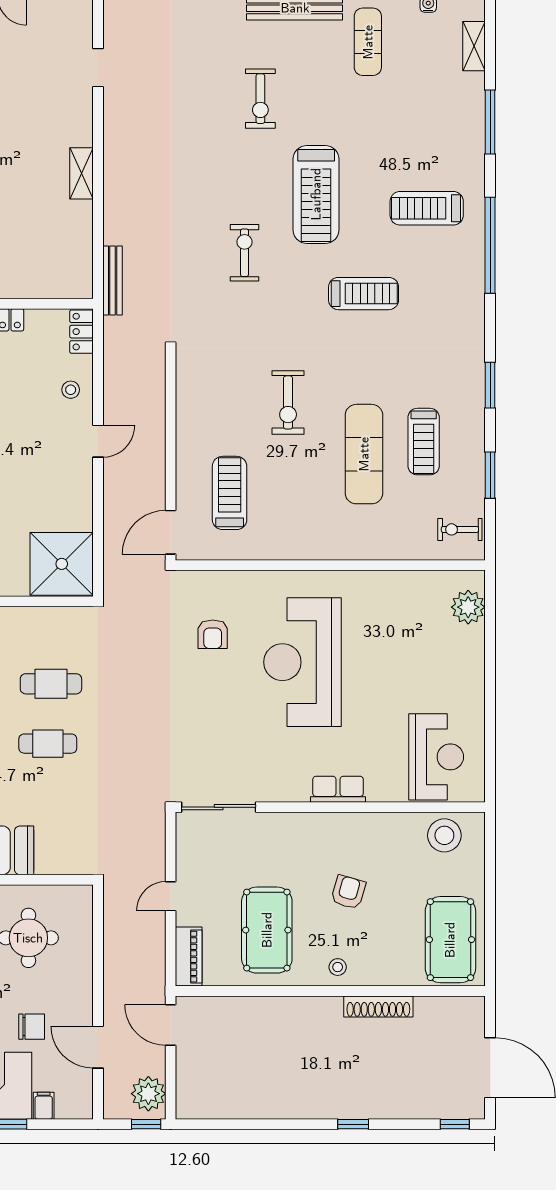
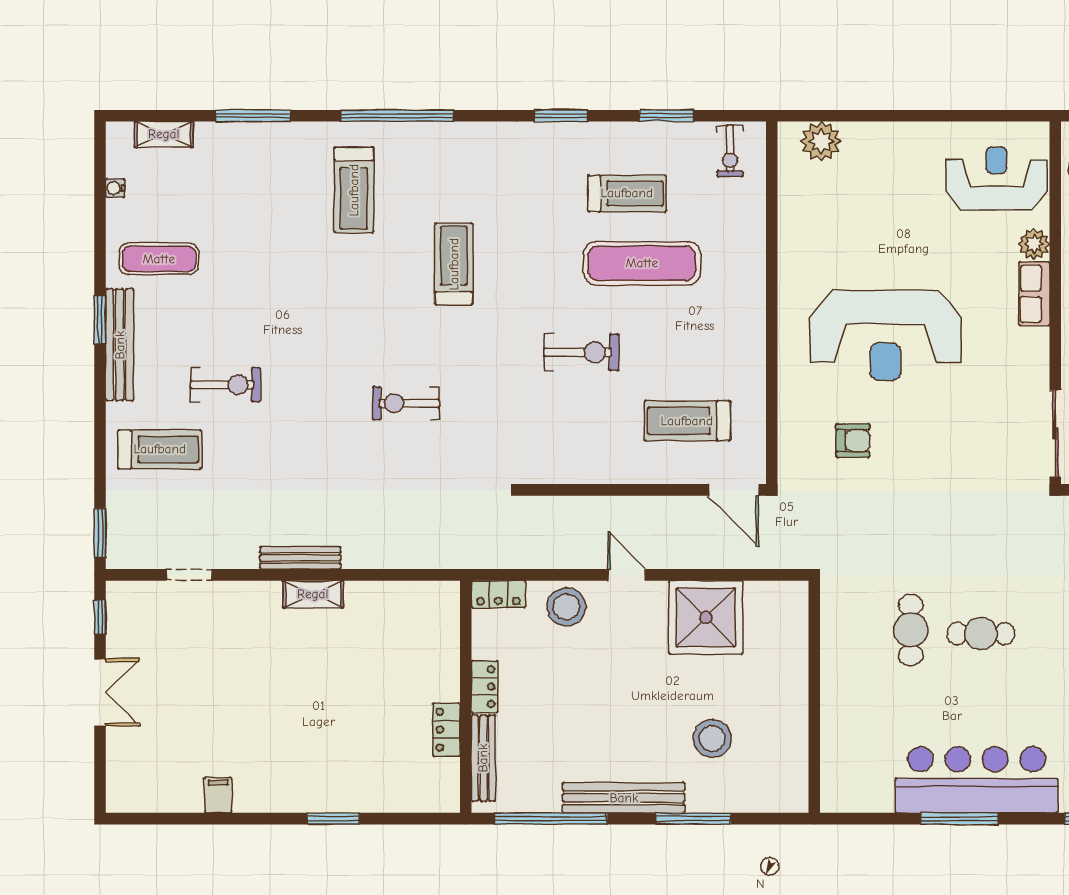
treadmill: (316, 194) -> (160, 449), moved, width x0.73, depth x0.73
bench: (113, 280) -> (300, 558), moved
stool: (71, 390) -> (566, 607), width x1.89, depth x1.89
shower: (62, 564) -> (706, 617), moved
cafe table: (48, 744) -> (981, 634), turned 90
plant: (380, 789) -> (1034, 244), added

